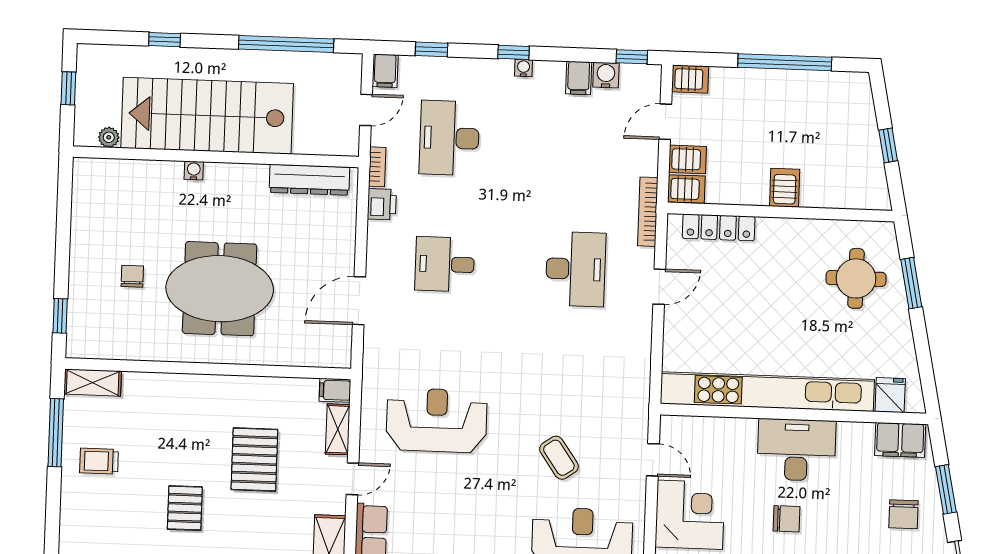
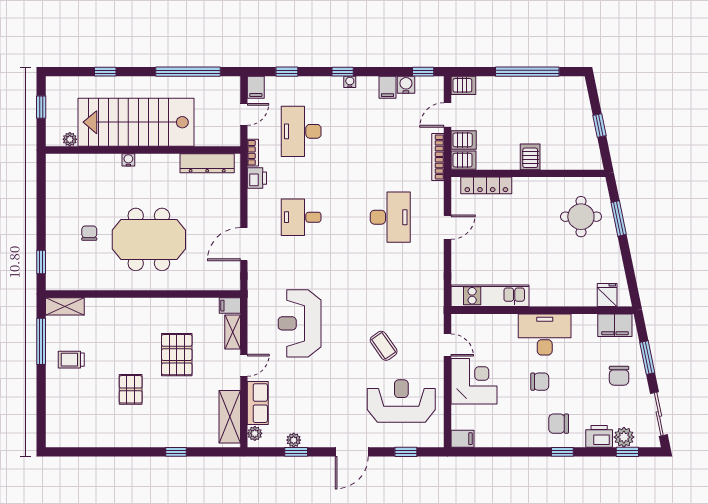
bookcase: (648, 212) -> (438, 157), moved
kitchen unit: (767, 392) -> (490, 296), width x0.54
reception desk: (437, 420) -> (300, 323), turned -90

